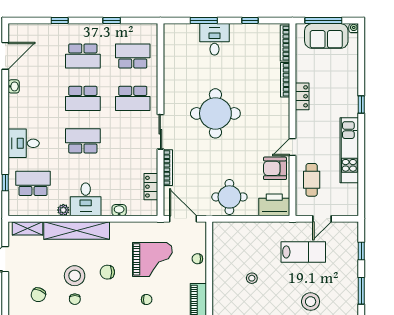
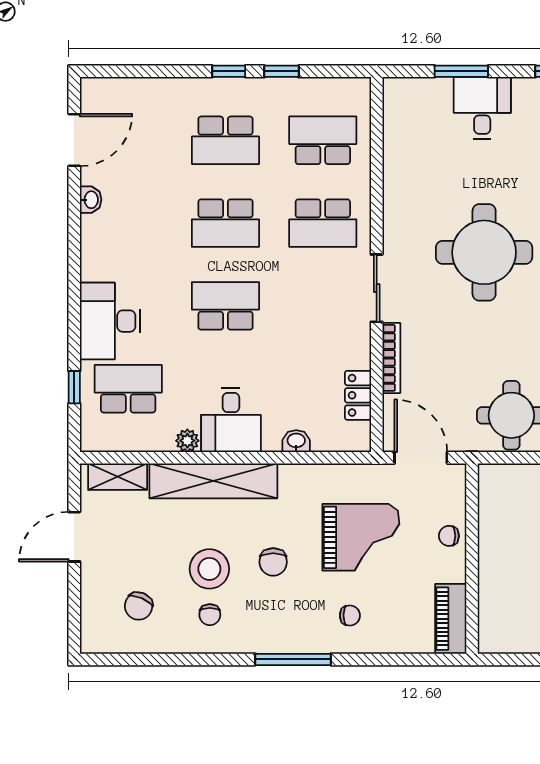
window: (60, 21) -> (229, 71), moved
desk: (24, 143) -> (110, 321), width x1.37
chair: (107, 272) -> (273, 562), turned -90

